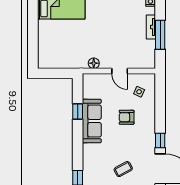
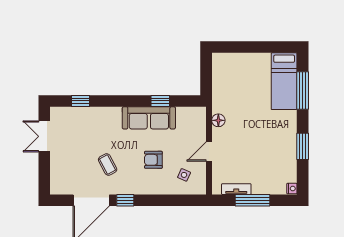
tv unit: (151, 27) -> (236, 189), moved
armchair: (127, 117) -> (153, 160), turned -90
coffee table: (123, 169) -> (108, 164), moved

